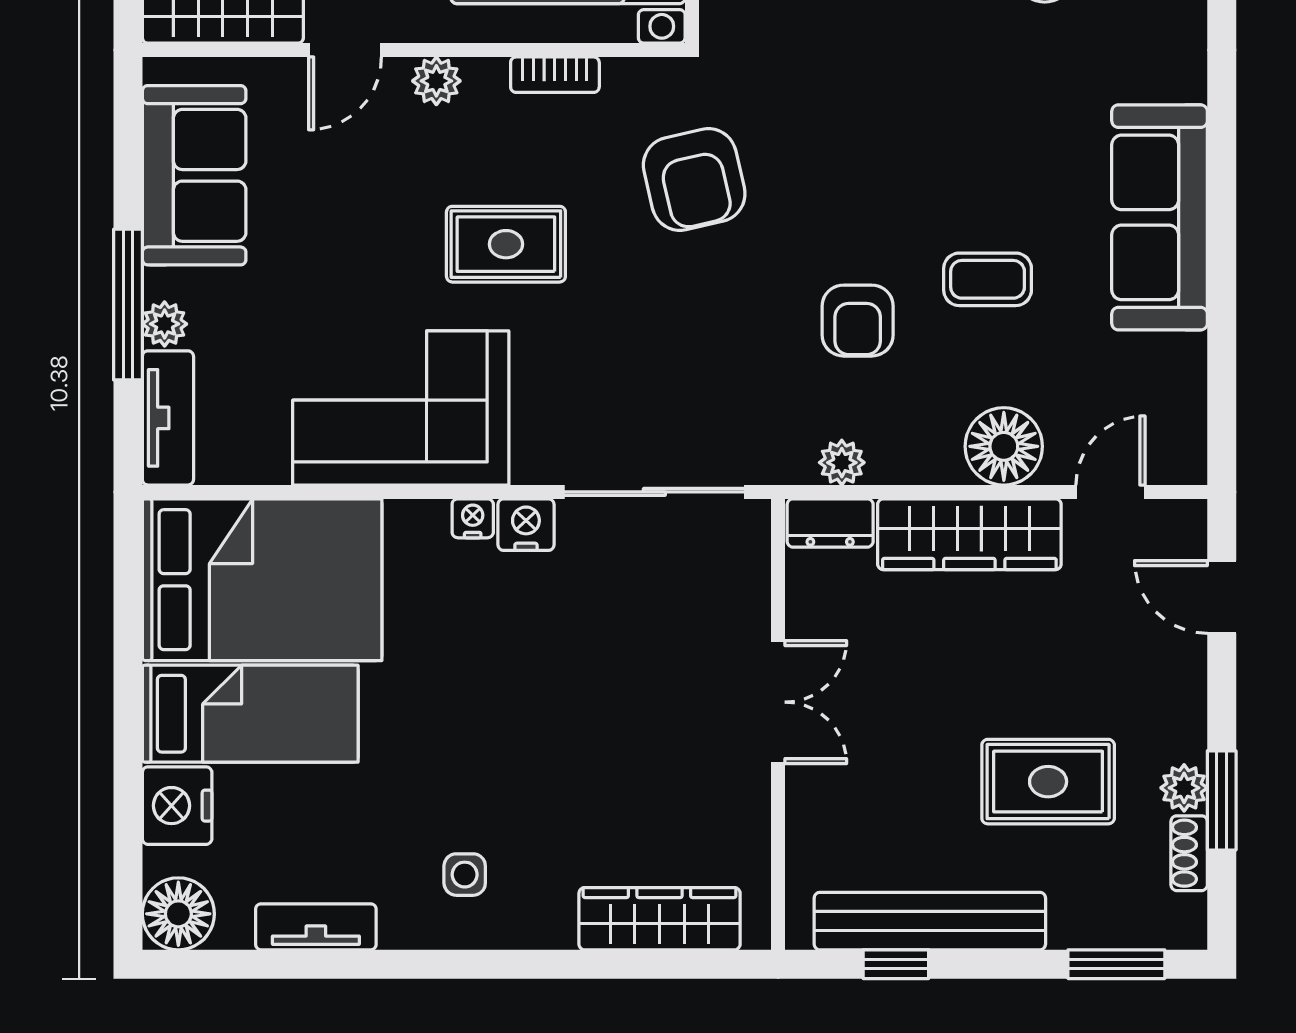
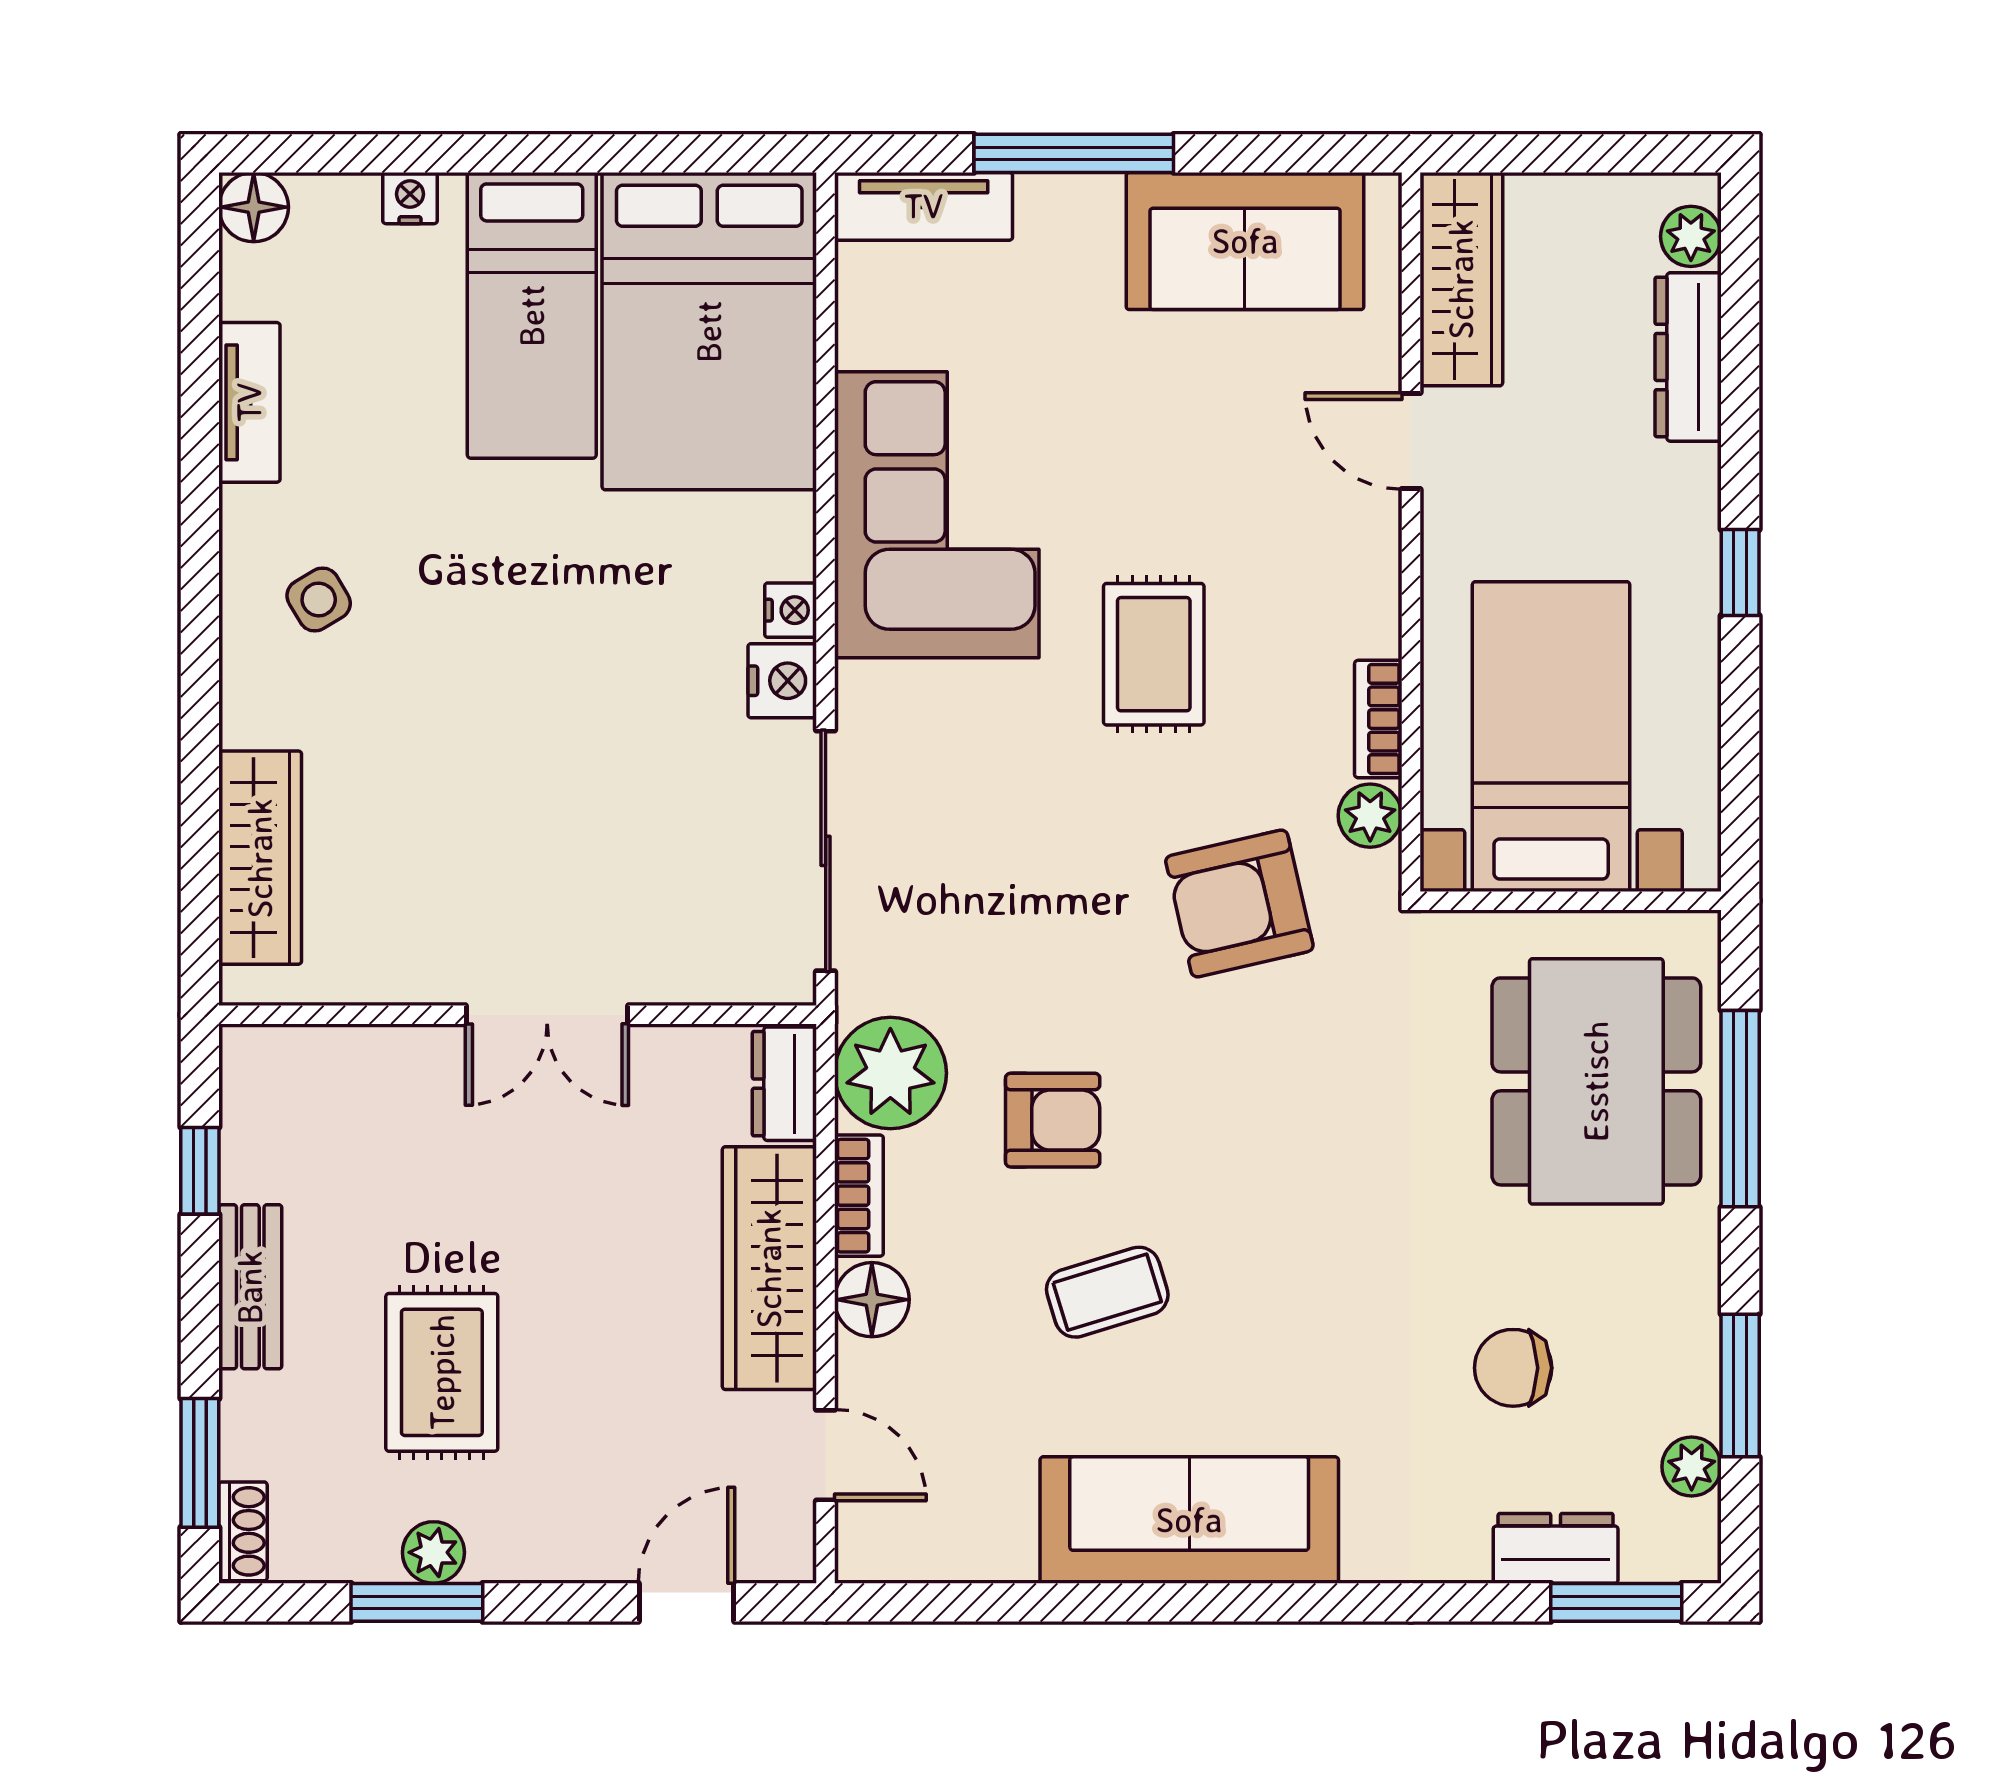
plant: (436, 81) -> (1370, 816), moved
coffee table: (988, 279) -> (1107, 1292), turned 73
armchair: (858, 321) -> (1053, 1120), turned 180
plant: (165, 324) -> (1048, 202), removed
floor lamp: (1004, 446) -> (872, 1300), width x0.73, depth x0.73
plant: (842, 463) -> (890, 1073), width x1.87, depth x1.87
bookcase: (915, 467) -> (859, 1196), added
nightstand: (177, 806) -> (410, 198), width x0.53, depth x0.56
shoe rack: (1189, 853) -> (243, 1531), moved, turned 90
side table: (465, 875) -> (319, 600), turned -31
floor lamp: (178, 914) -> (254, 207), width x0.73, depth x0.73
bench: (930, 921) -> (250, 1287), width x0.54, depth x0.82

